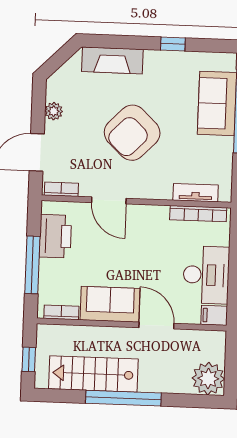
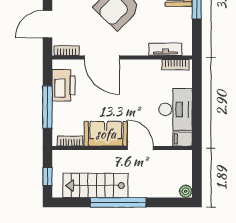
door: (109, 200) -> (102, 57), width x1.36
bookcase: (198, 214) -> (175, 65), width x0.64
plant: (208, 379) -> (186, 191), width x0.53, depth x0.53

